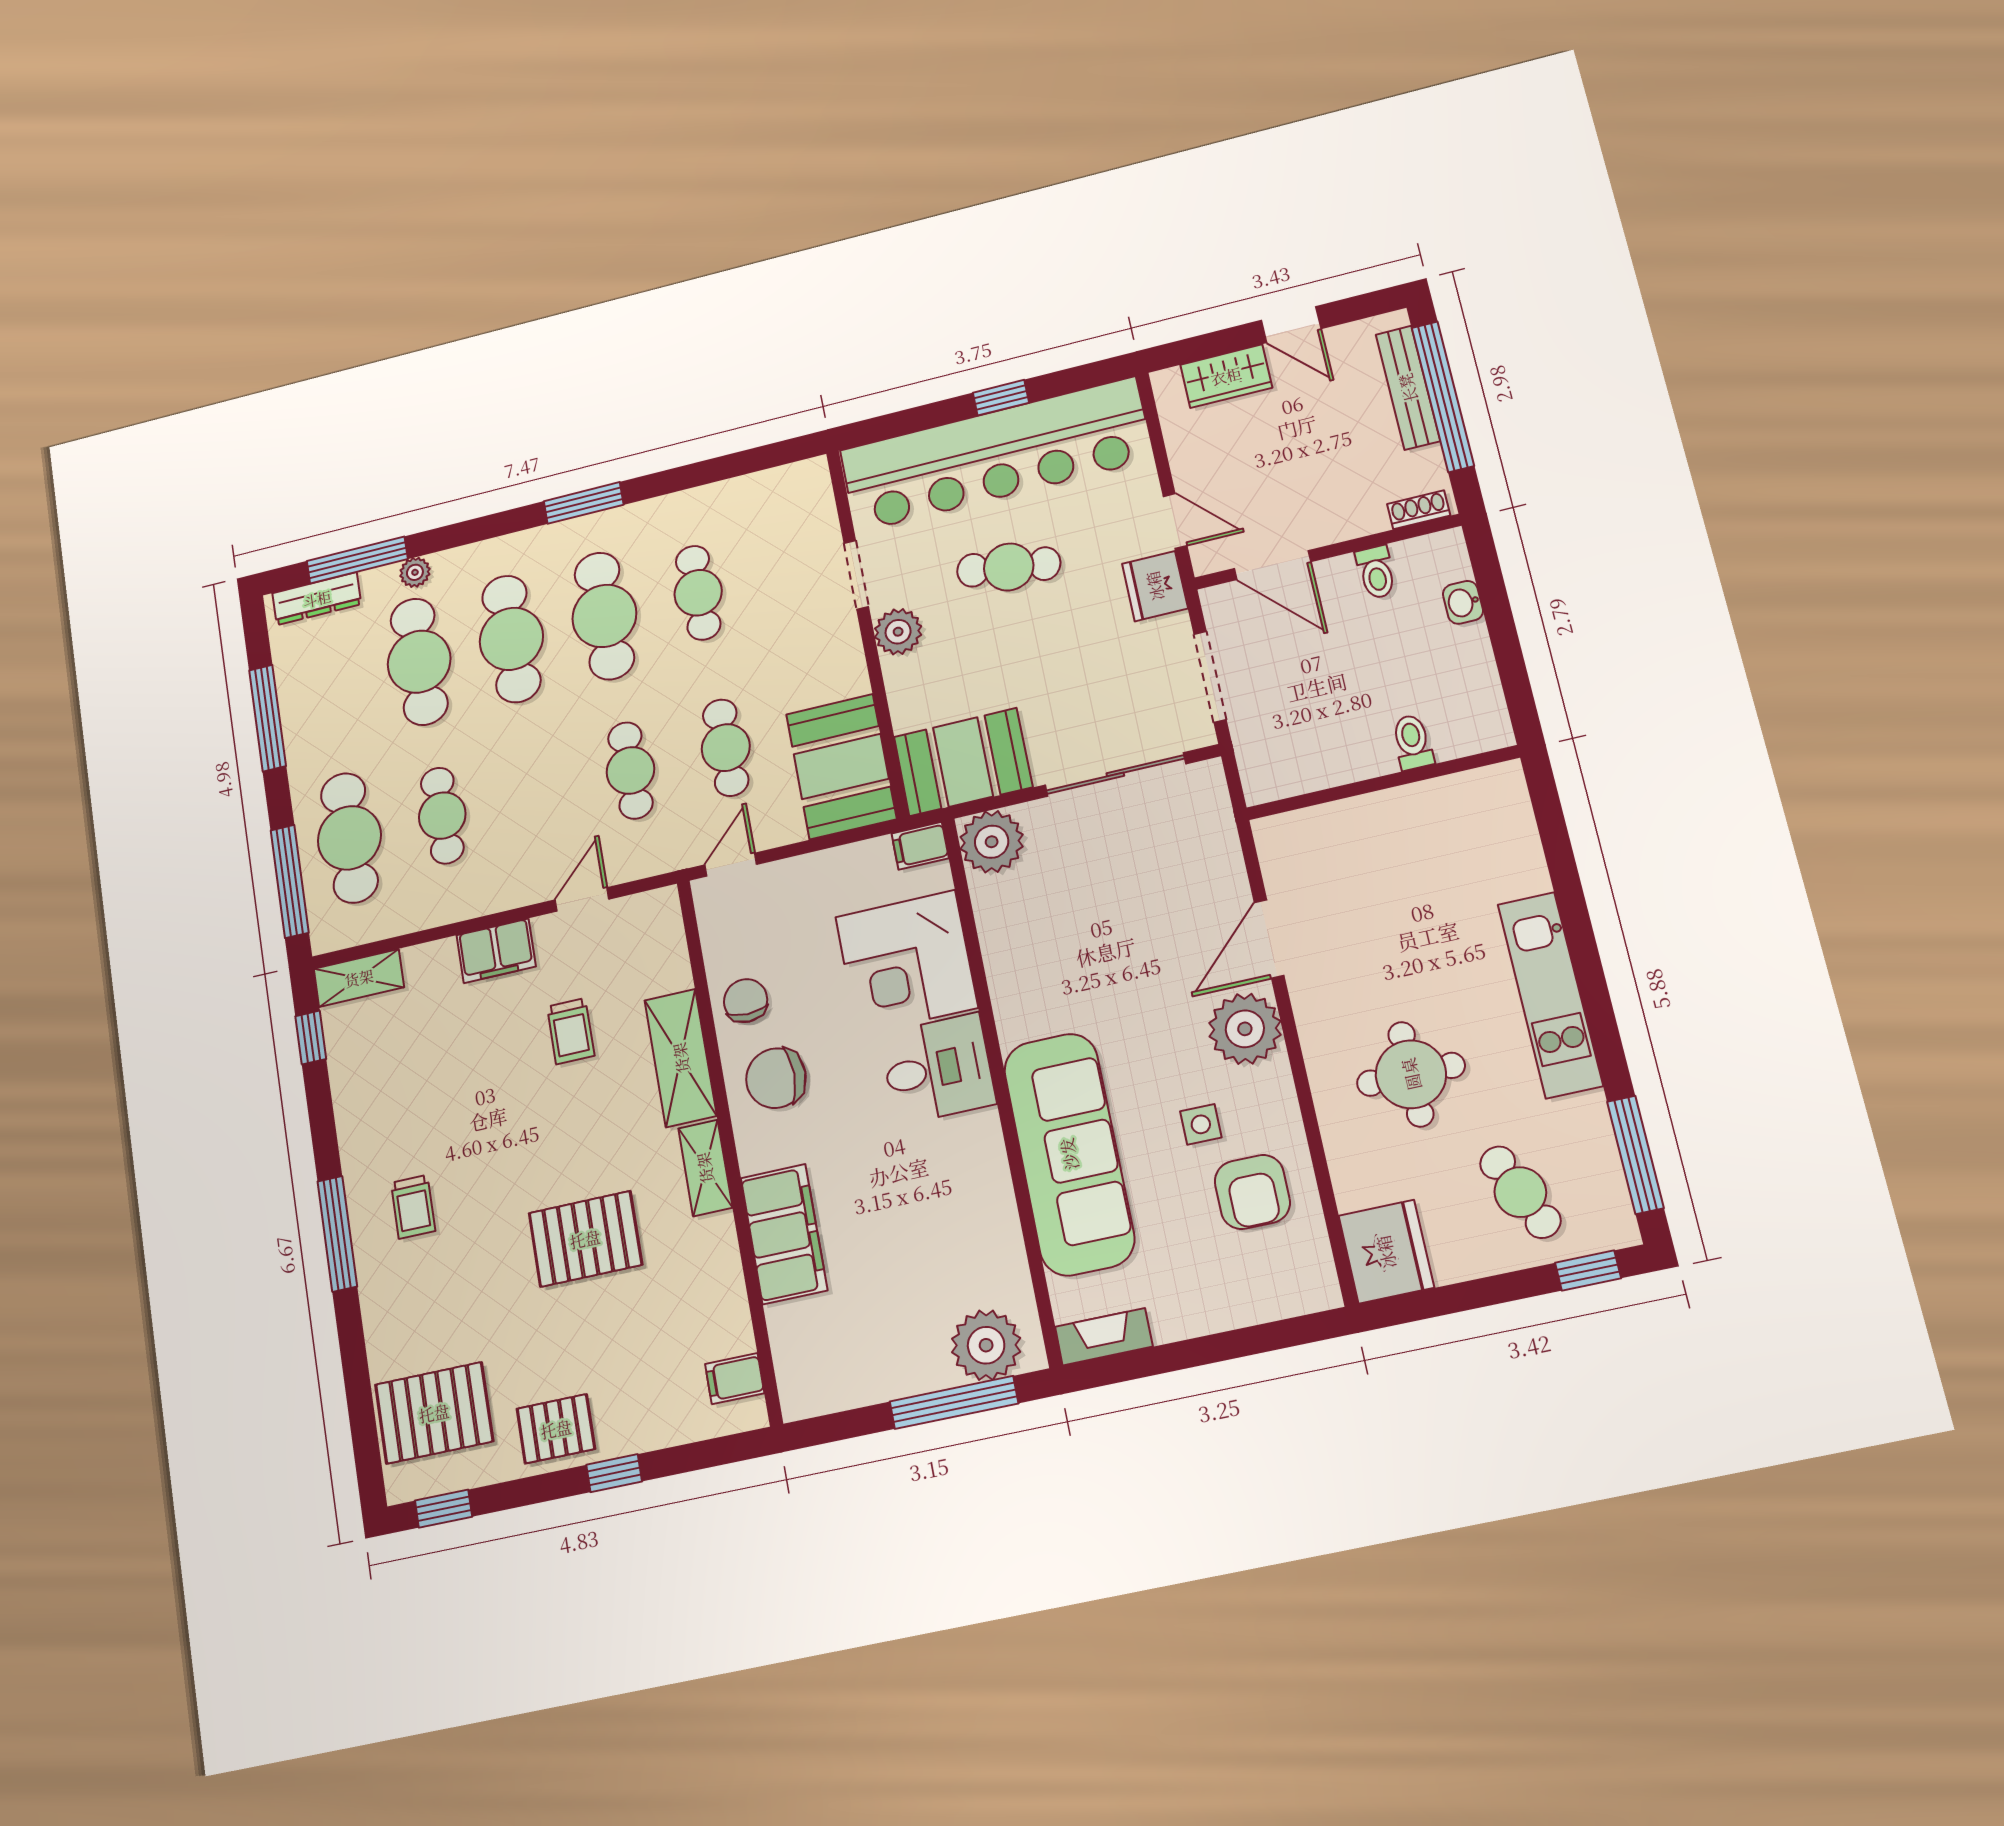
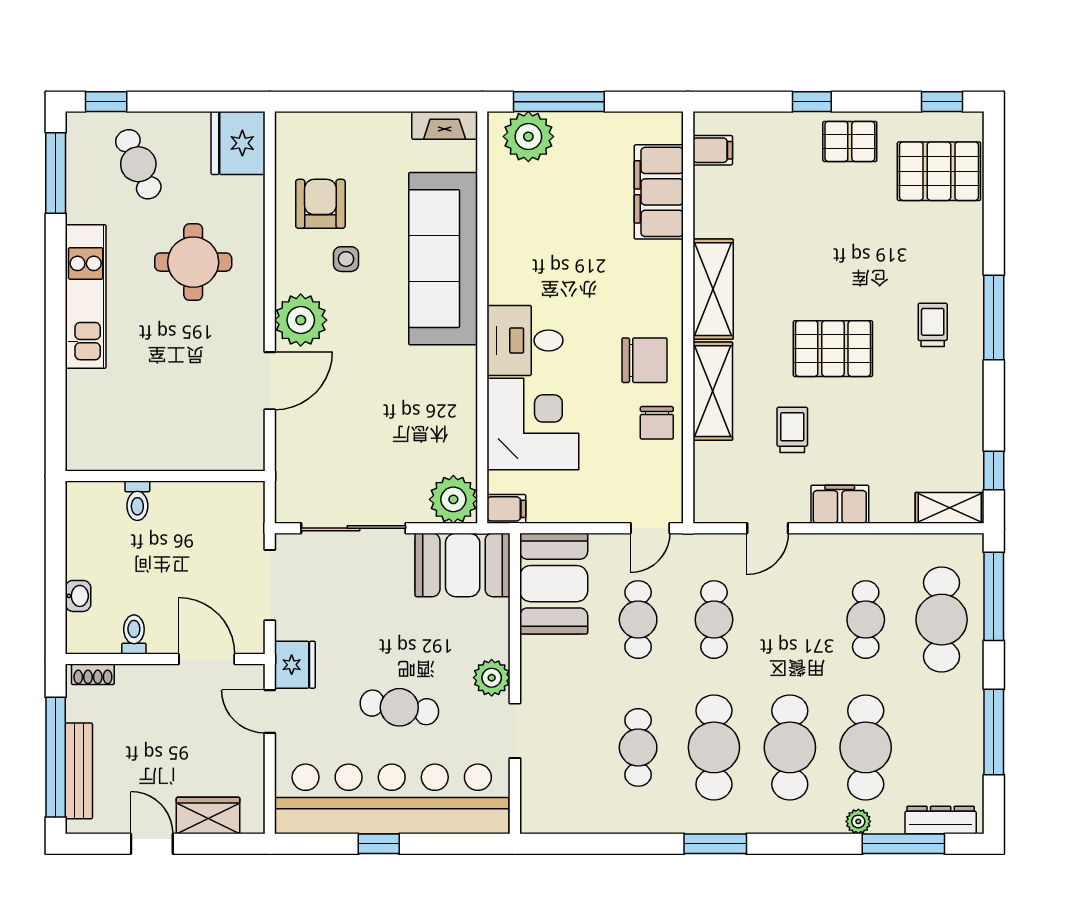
shelving: (705, 1168) -> (713, 289), width x1.50, depth x1.33
filing cabinet: (784, 1234) -> (659, 192), moved
pallet: (585, 1239) -> (833, 349), moved

